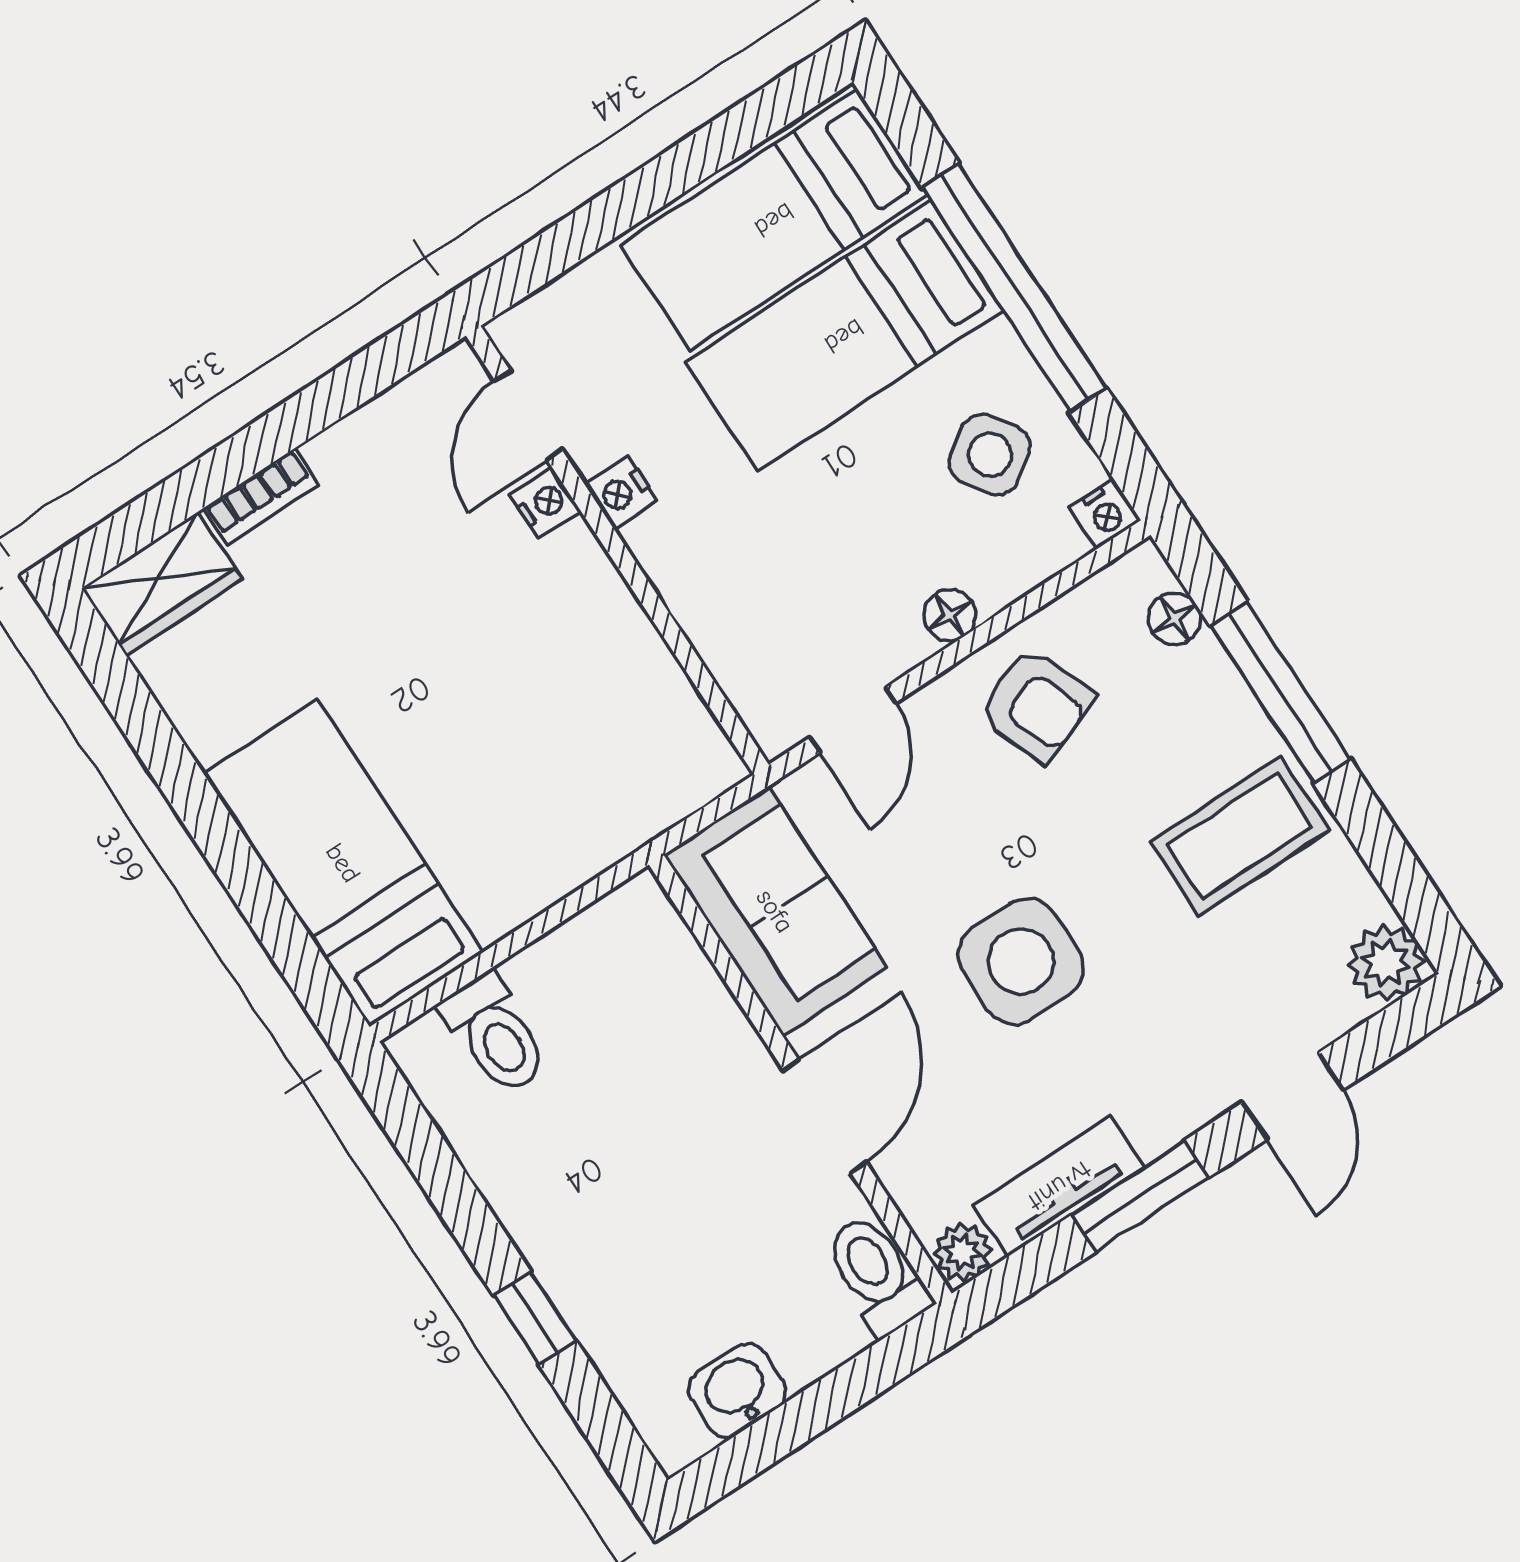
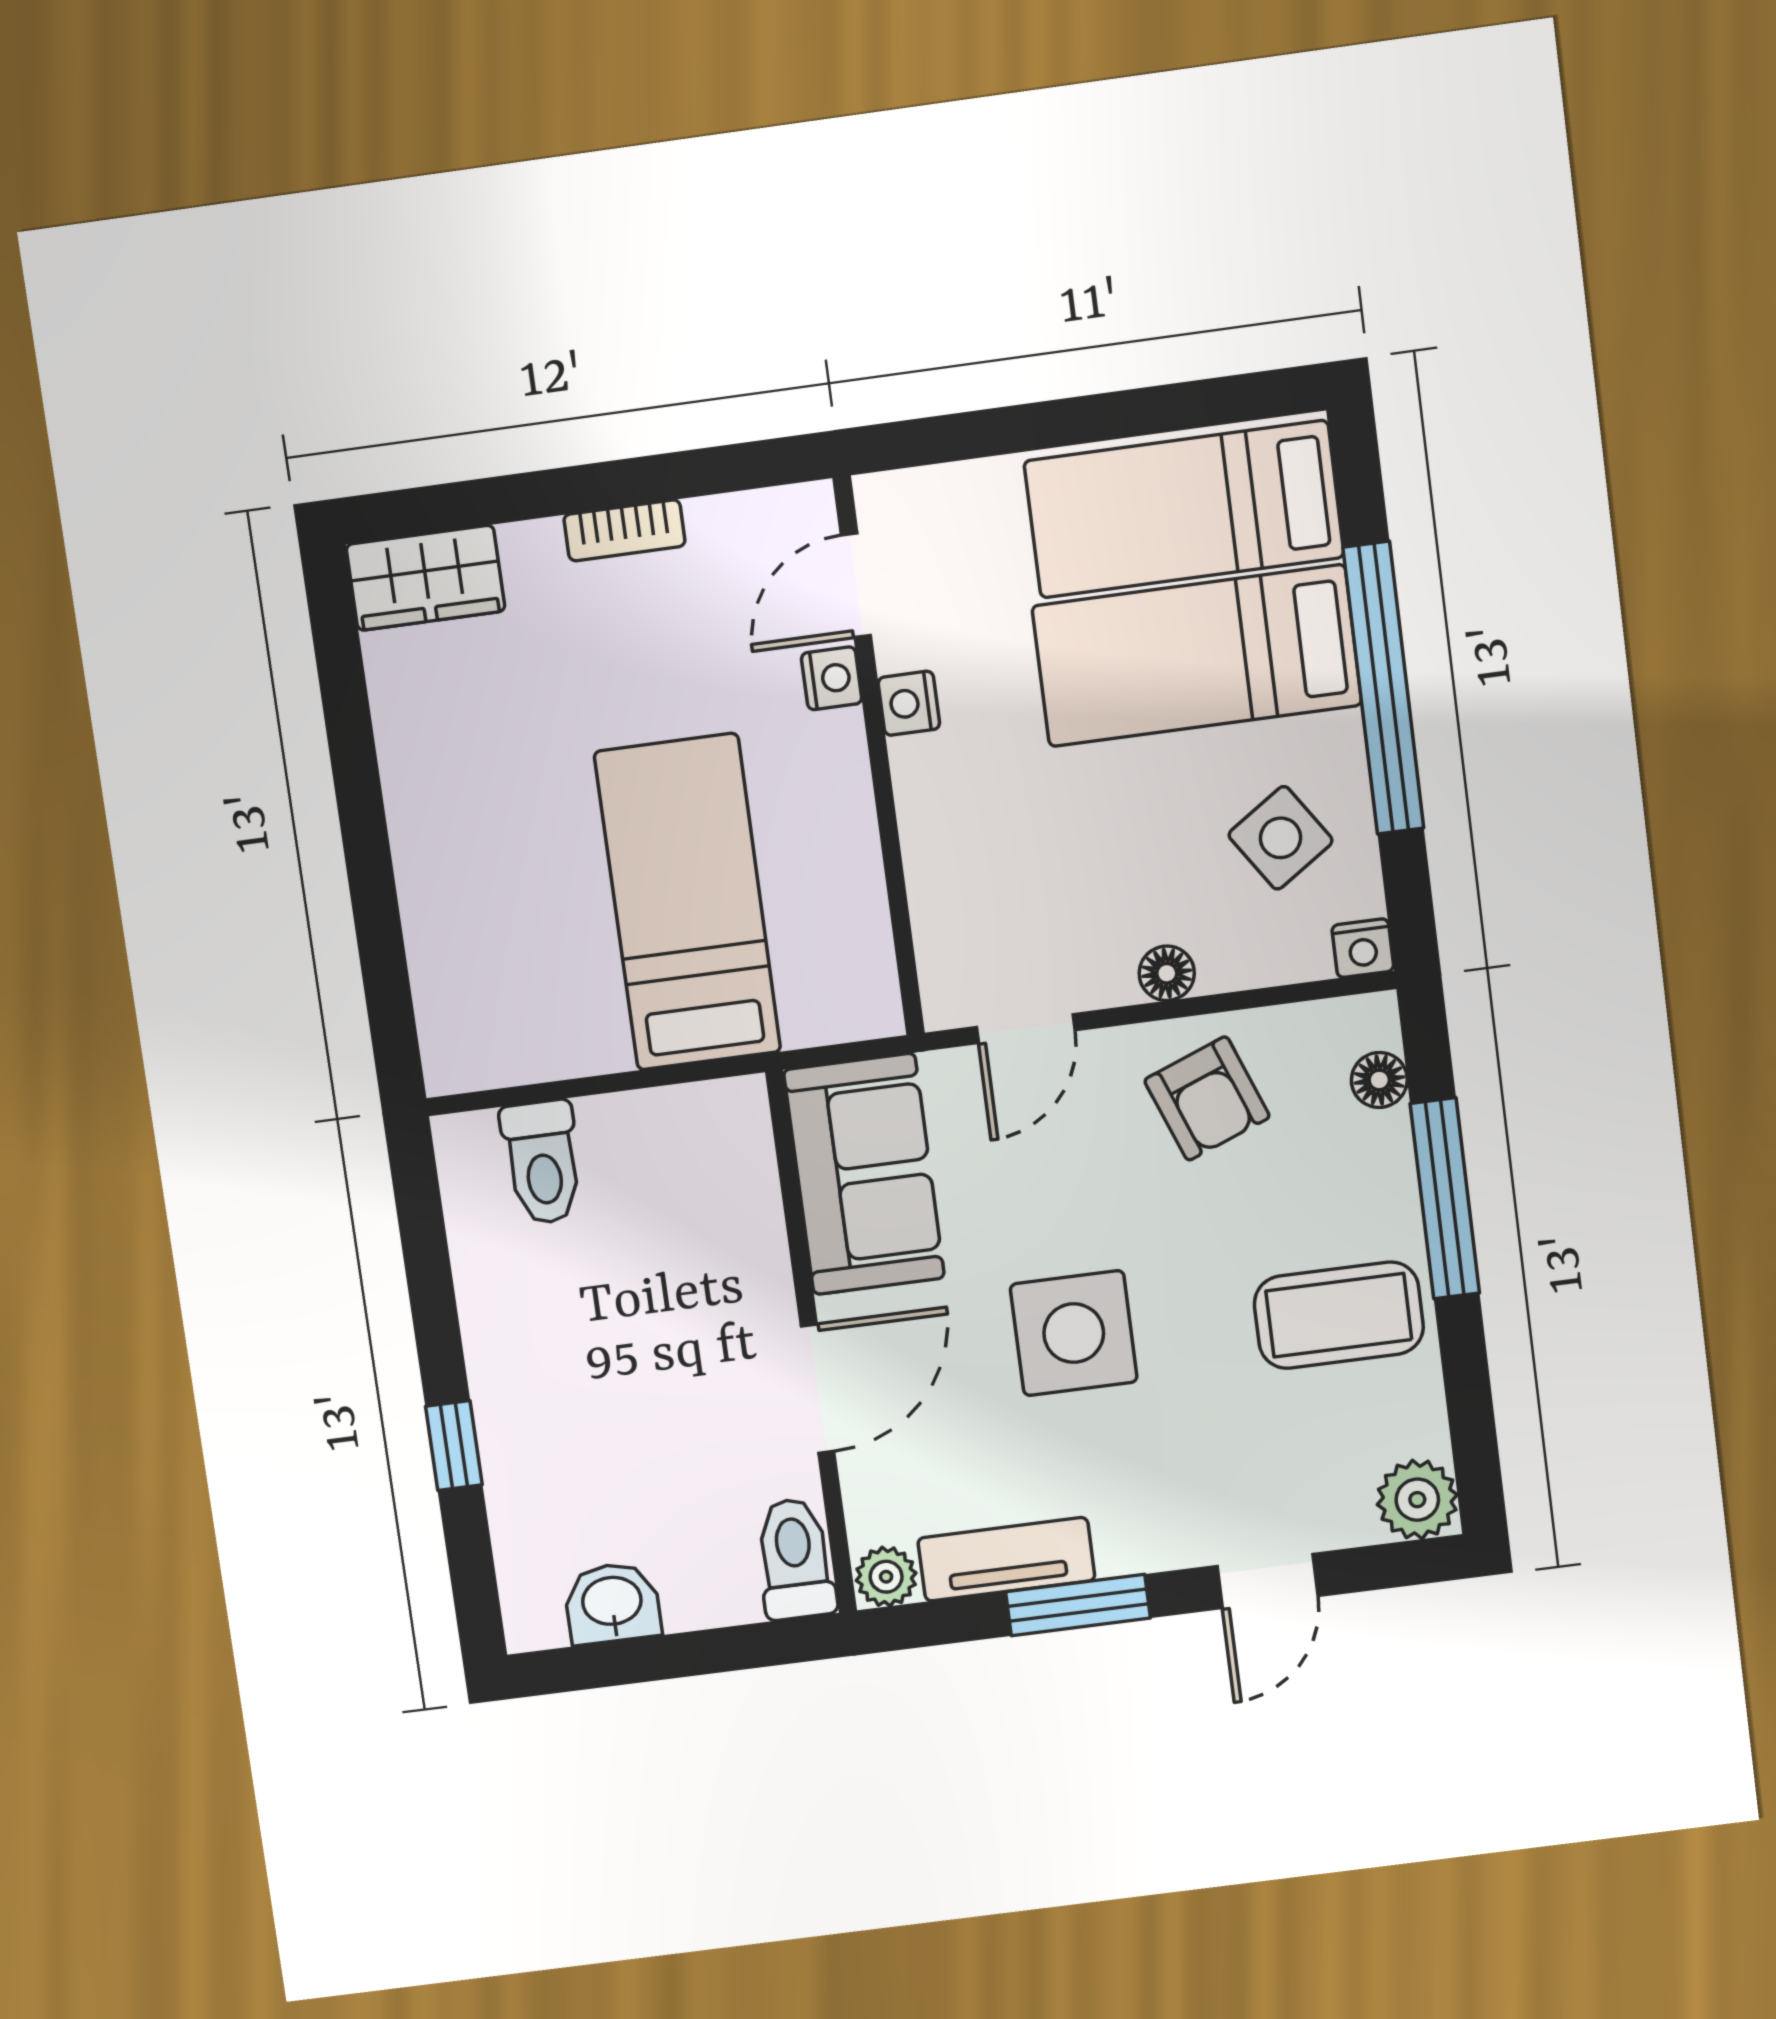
bookcase: (261, 496) -> (624, 530), moved
bed: (343, 863) -> (688, 902), moved

